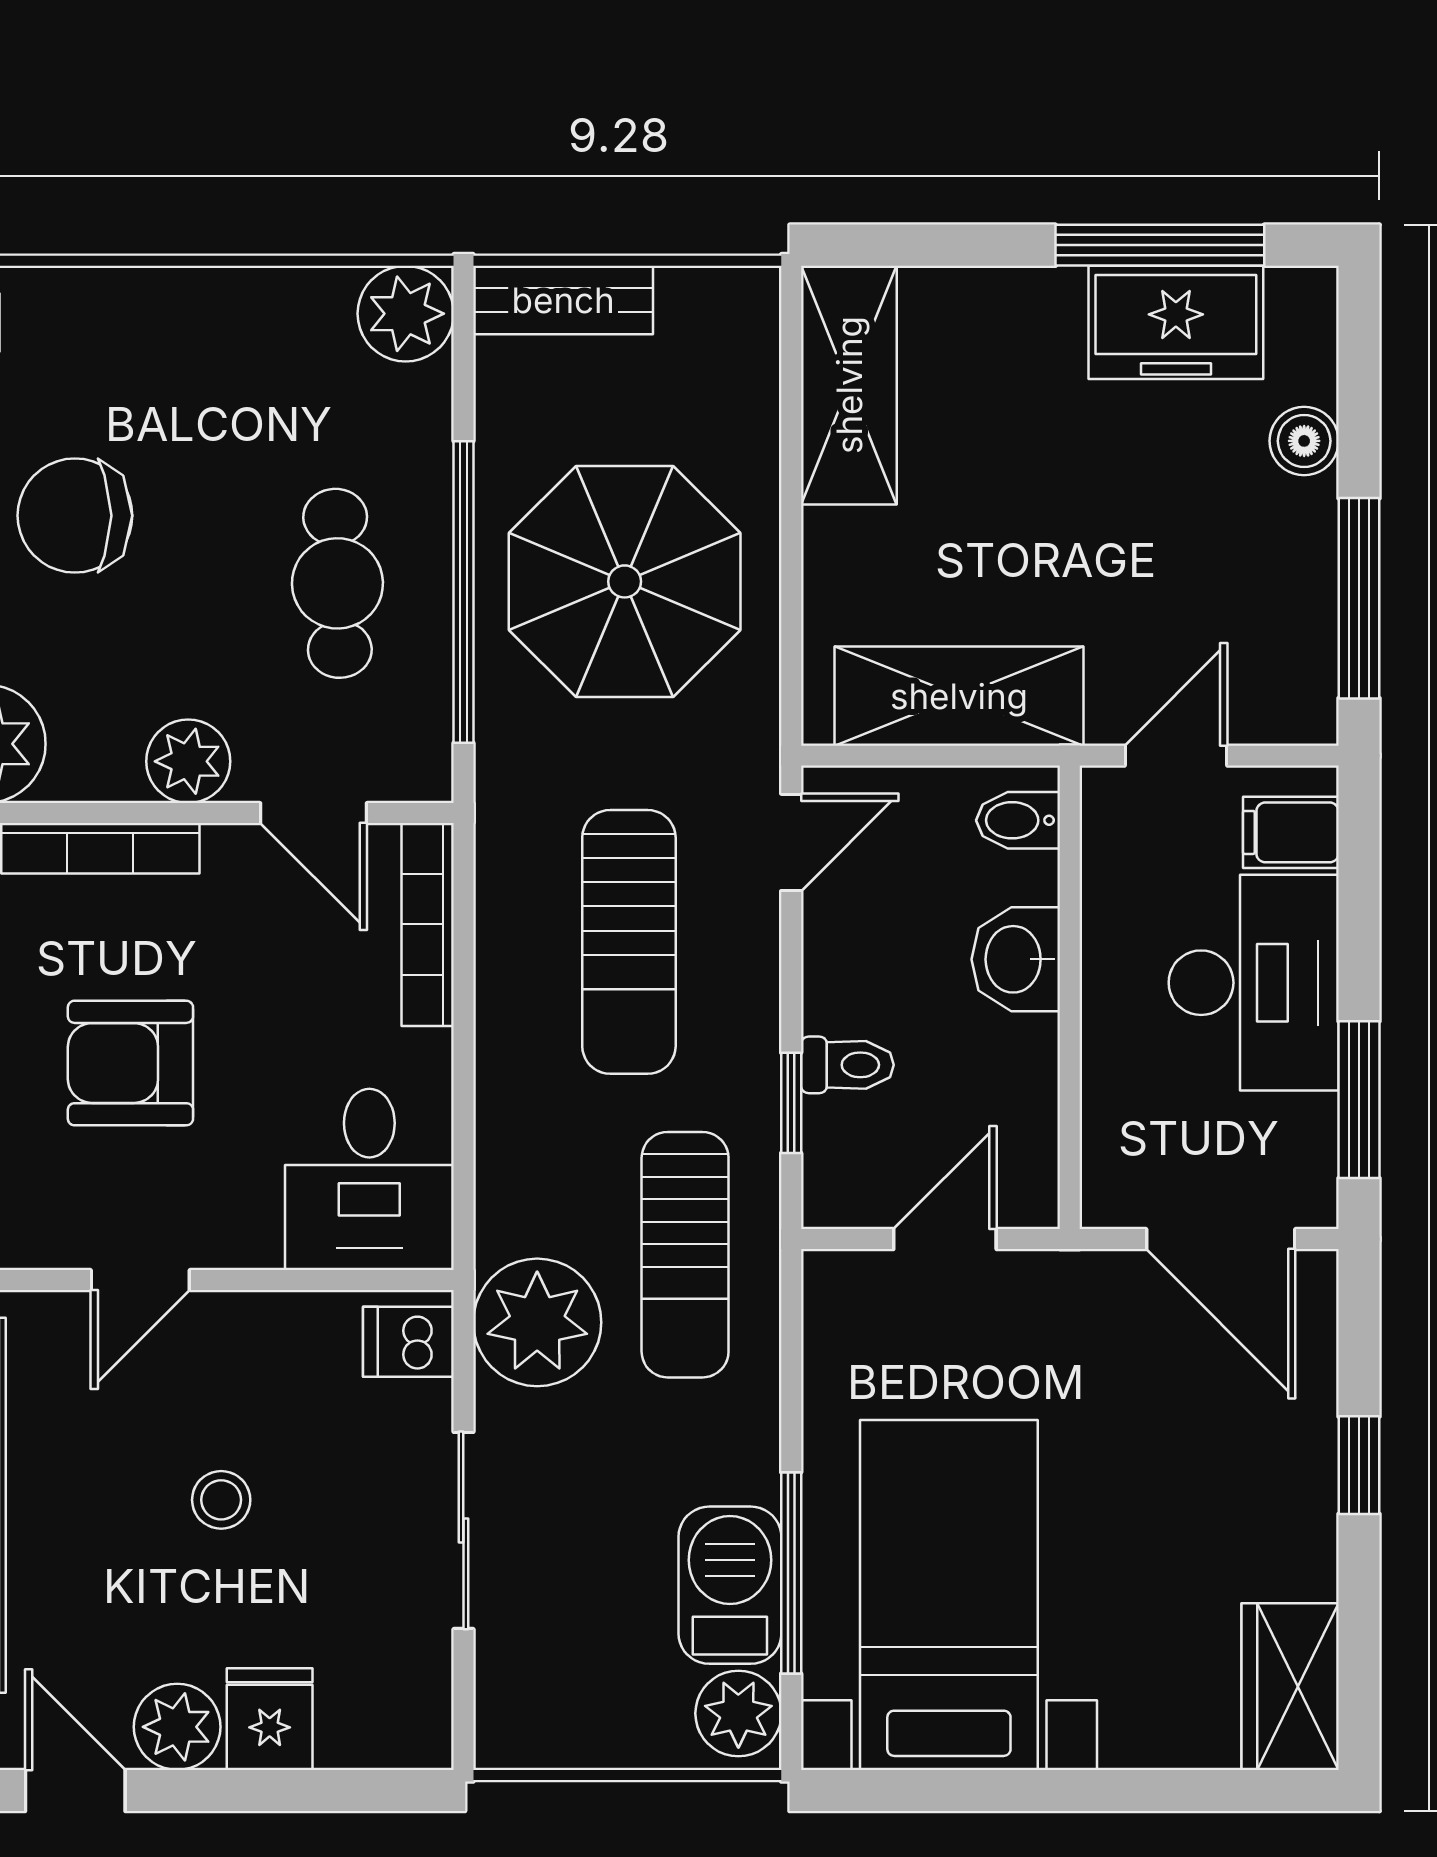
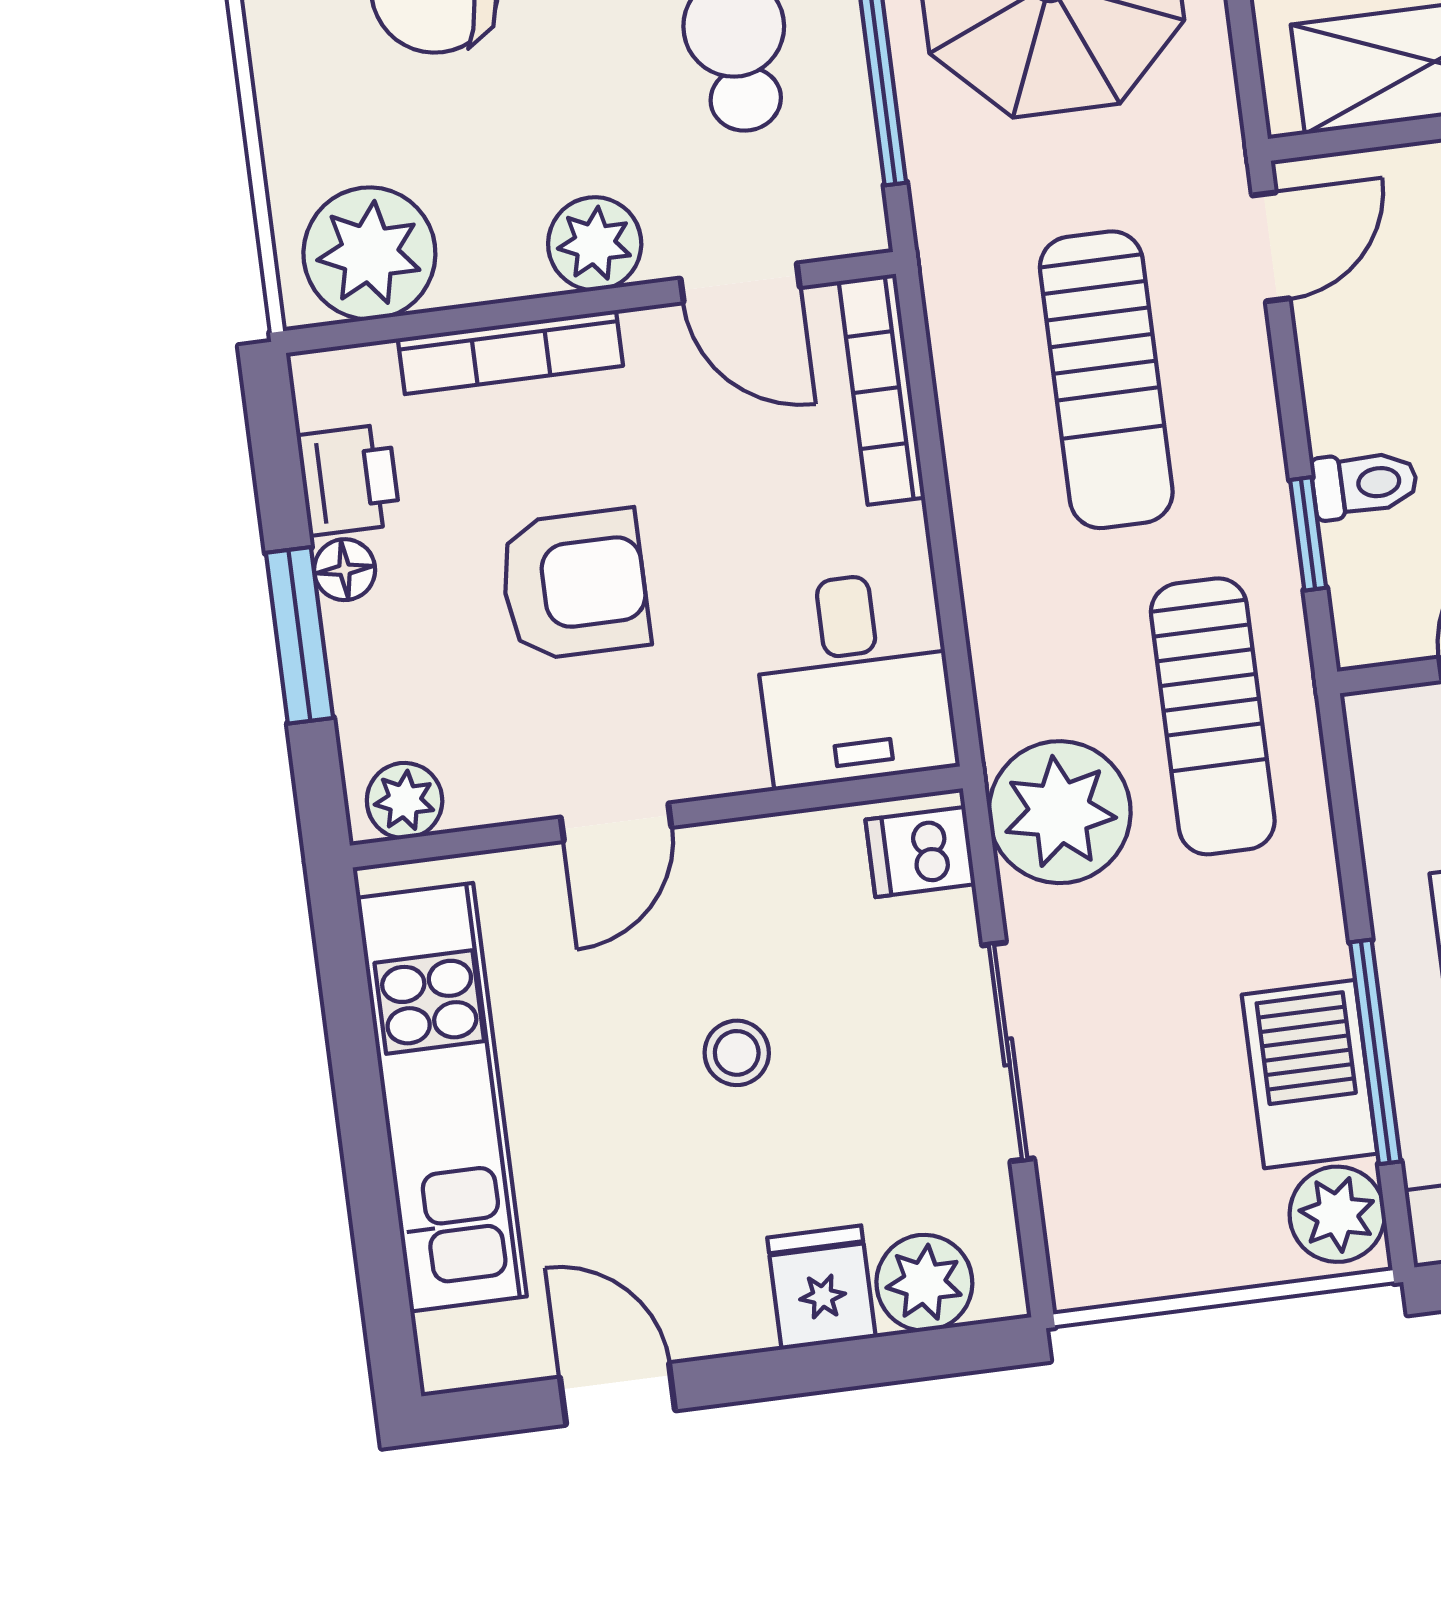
armchair: (130, 1063) -> (574, 585), turned 180
plant: (177, 1727) -> (924, 1283), moved

